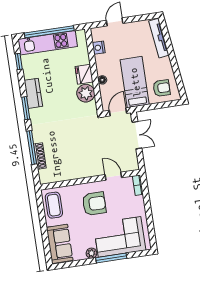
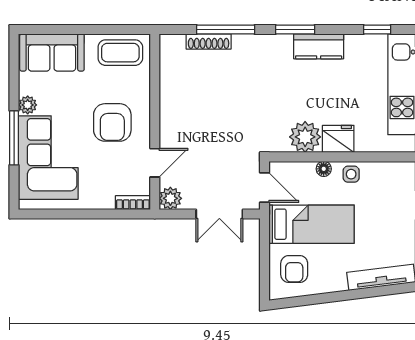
nightstand: (99, 48) -> (380, 171), removed
side table: (103, 64) -> (351, 174), added
plant: (132, 164) -> (170, 198), added

